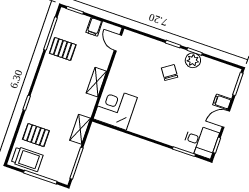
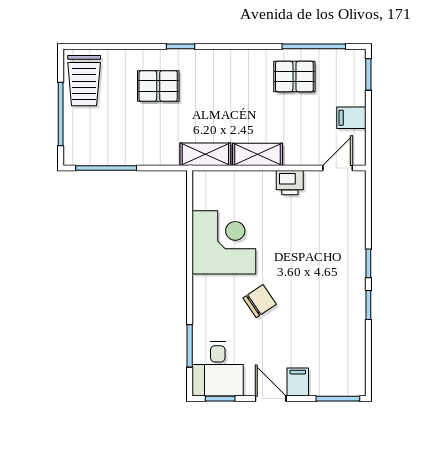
pallet: (63, 49) -> (294, 76), turned 90
plant: (193, 60) -> (352, 307), removed
printer: (117, 70) -> (290, 183), added
chair: (170, 73) -> (260, 301), moved
corner desk: (115, 108) -> (224, 242), moved
shelving: (80, 129) -> (205, 154), moved
pallet: (36, 135) -> (158, 86), moved, turned 90

